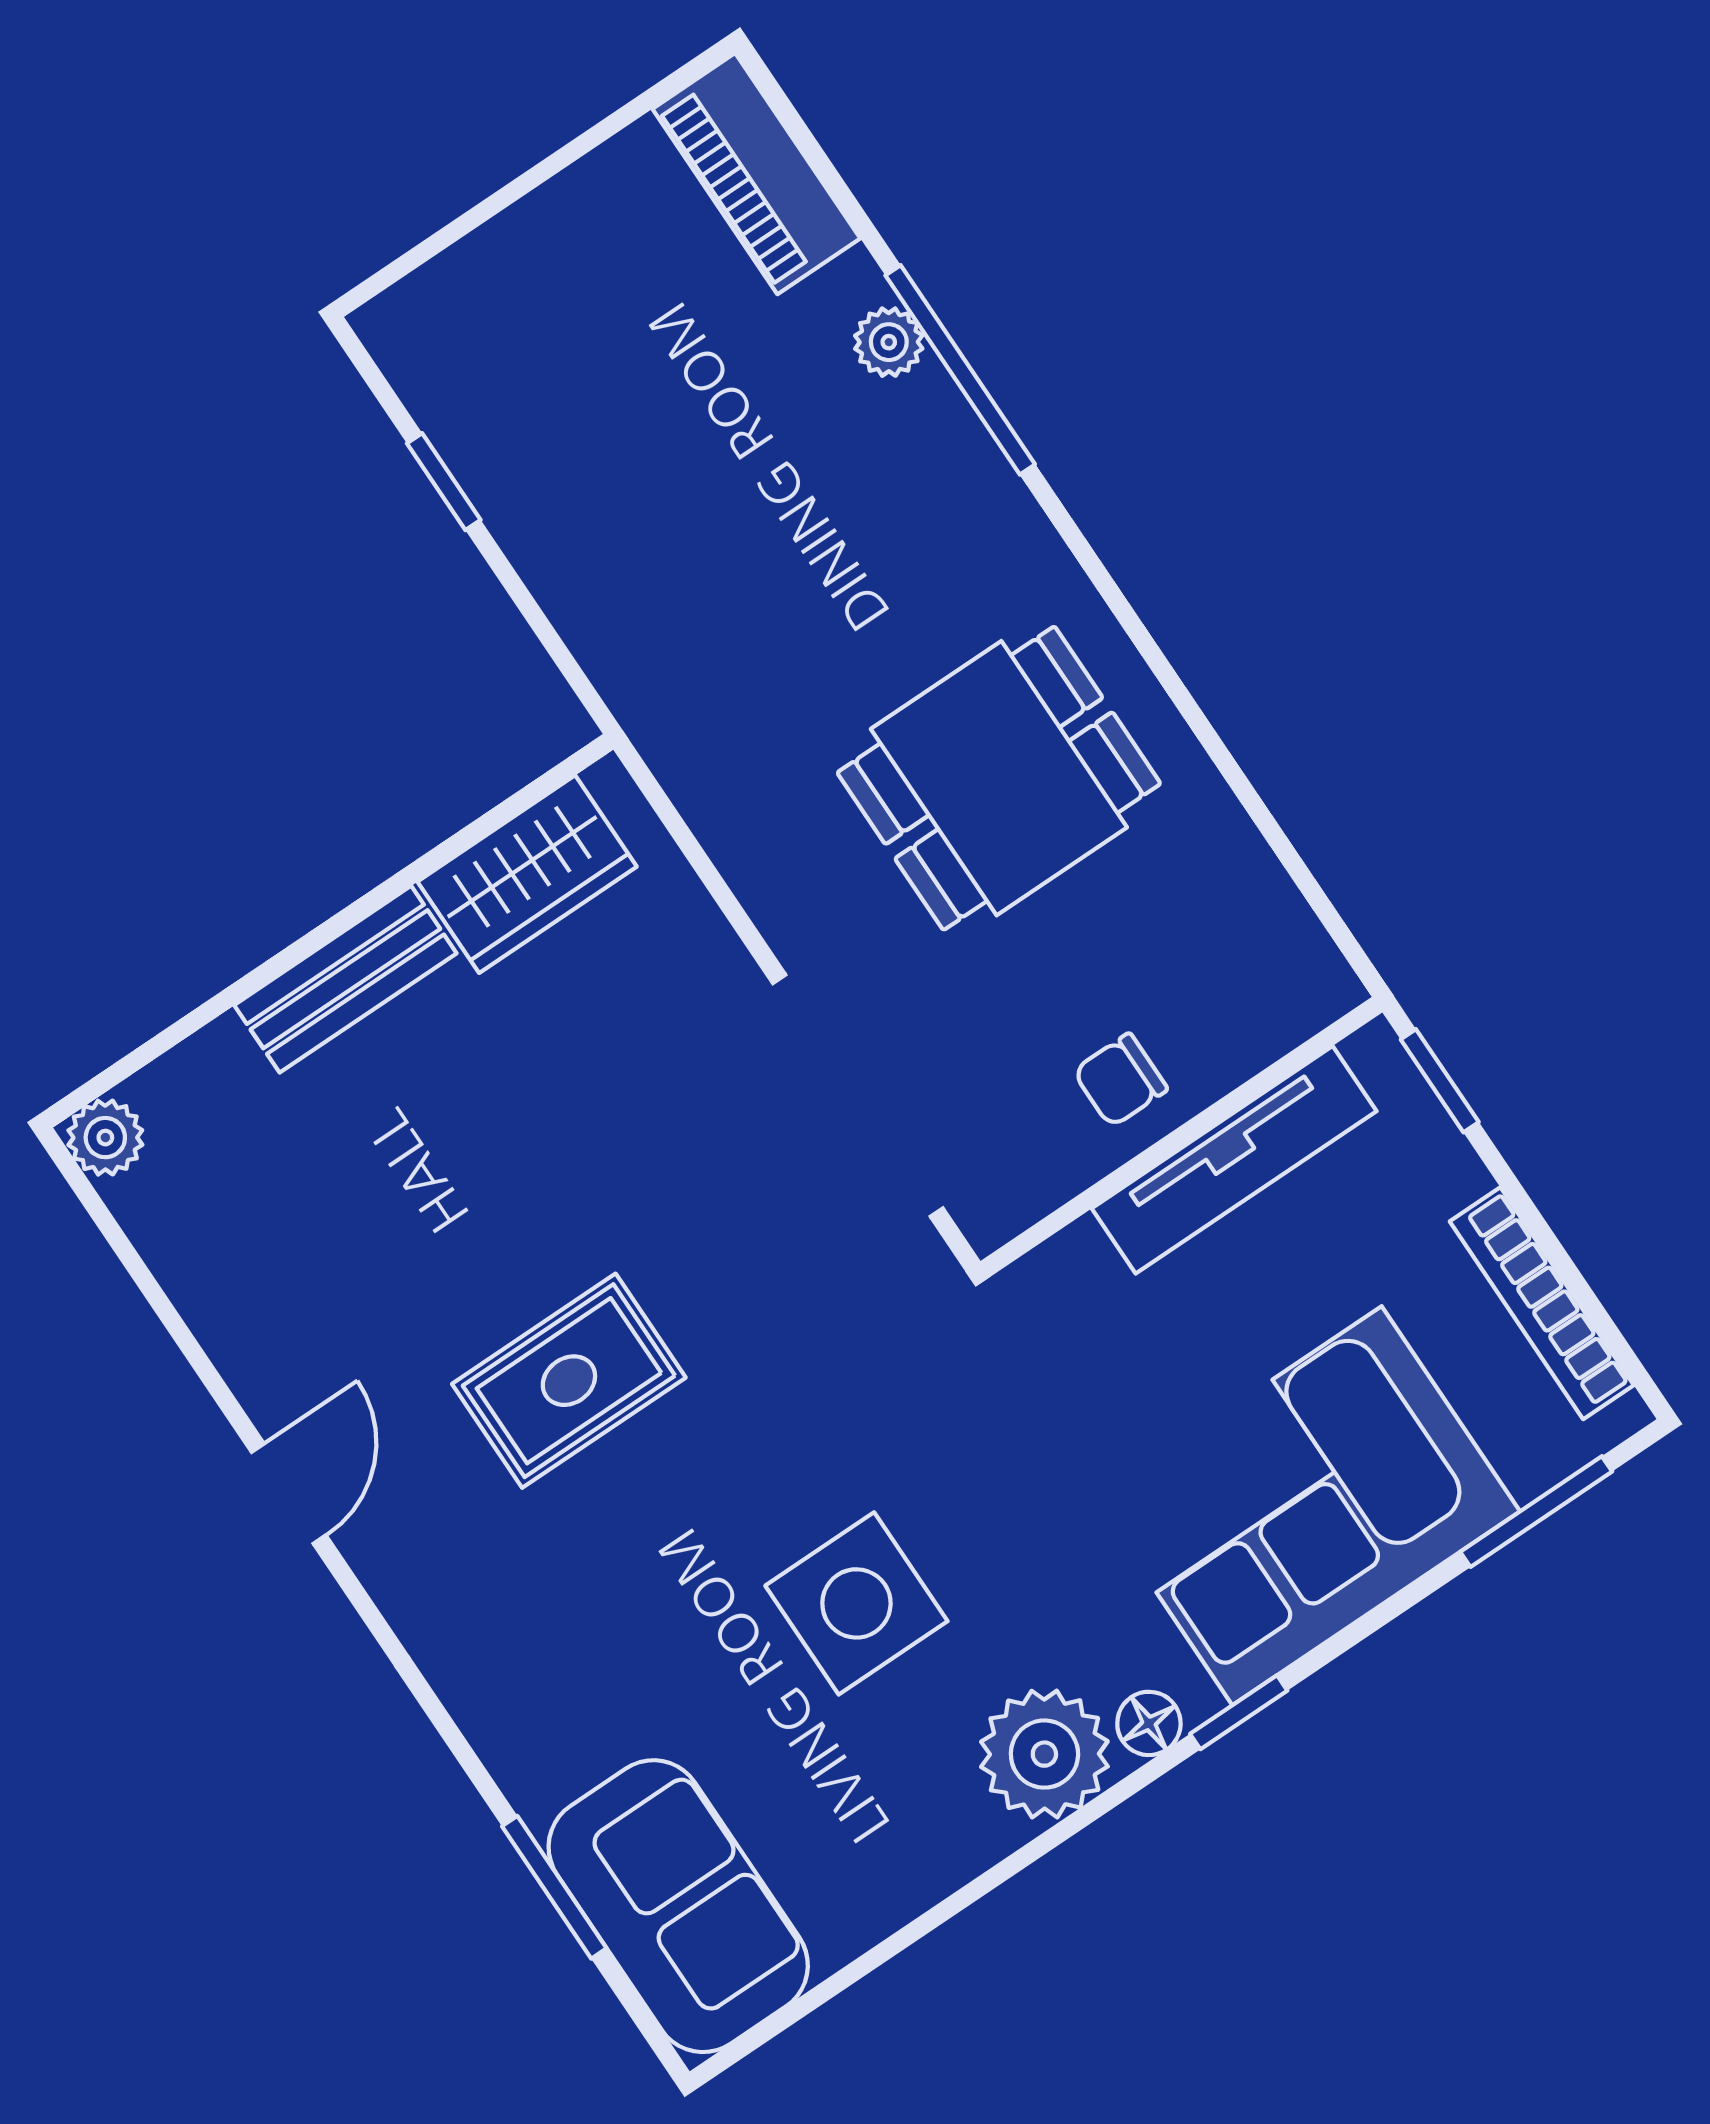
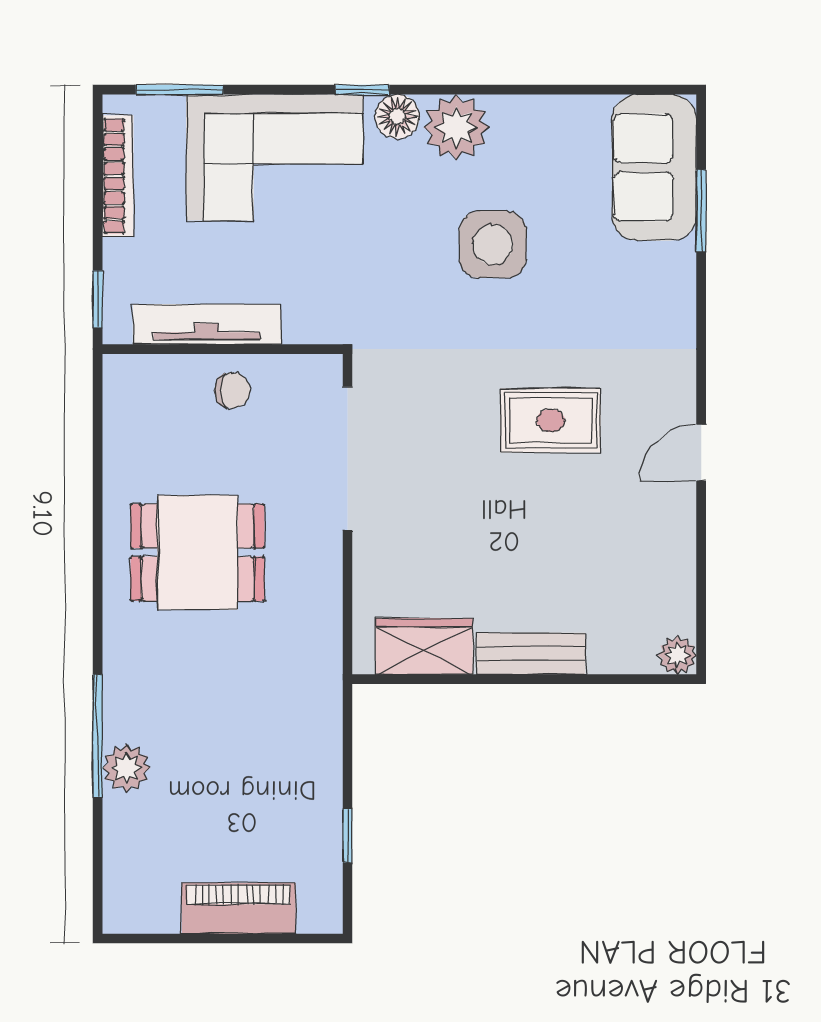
piano: (756, 174) -> (239, 908), moved, turned -90
plant: (889, 342) -> (126, 768), width x1.38, depth x1.38
floor lamp: (1149, 1723) -> (397, 117), width x1.37, depth x1.37

